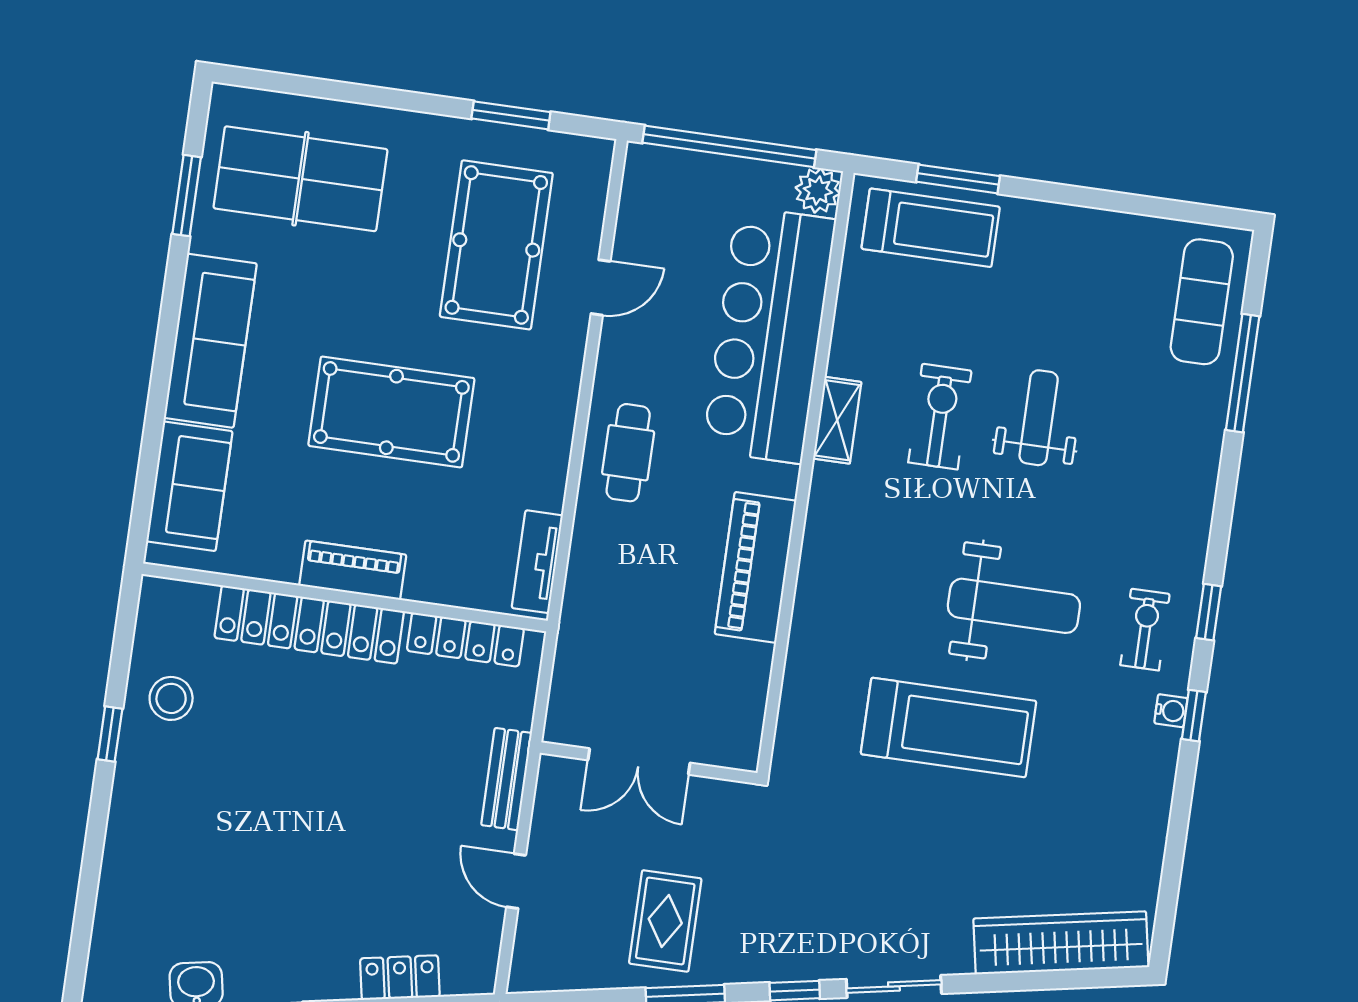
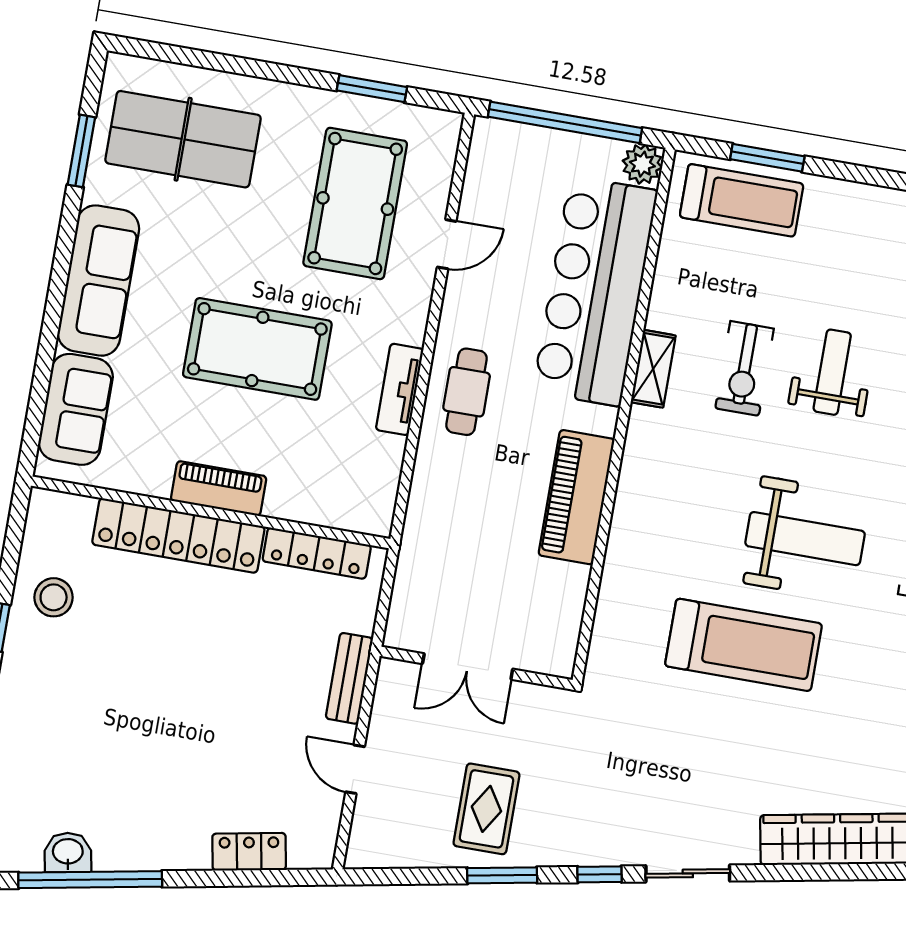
exercise bike: (940, 417) -> (744, 368), turned 180
tv unit: (537, 562) -> (400, 389), moved

